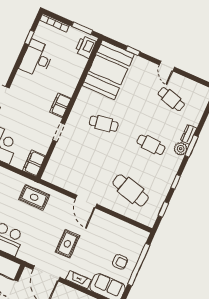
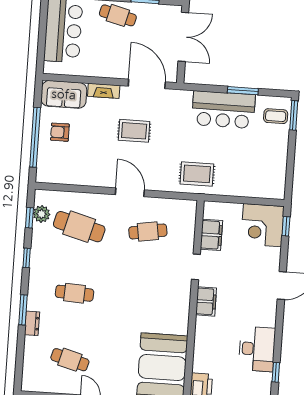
cafe table: (104, 124) -> (148, 231), moved
plant: (181, 149) -> (41, 214), moved
filing cabinet: (34, 163) -> (211, 235), moved
rug: (67, 244) -> (134, 131), turned 90

